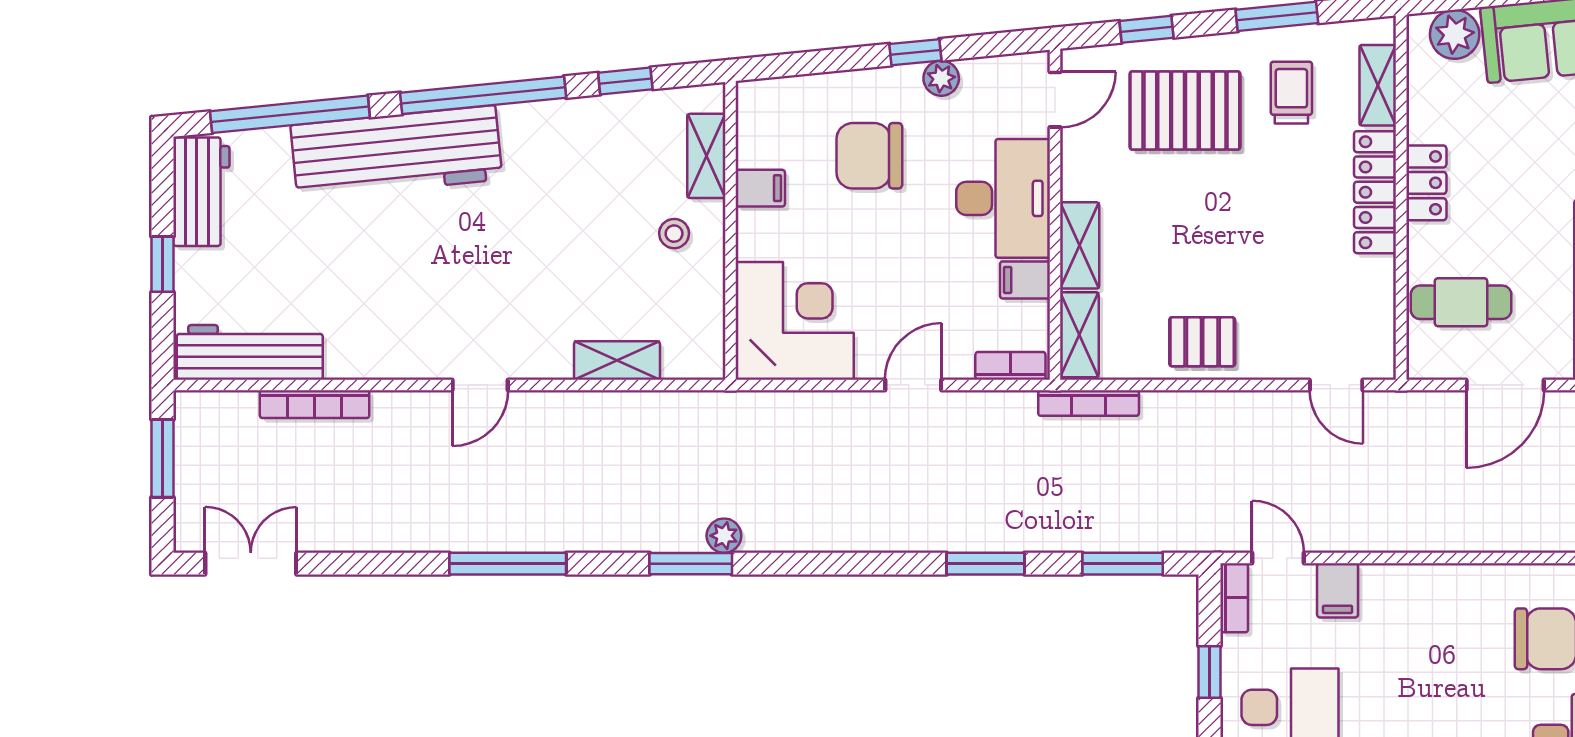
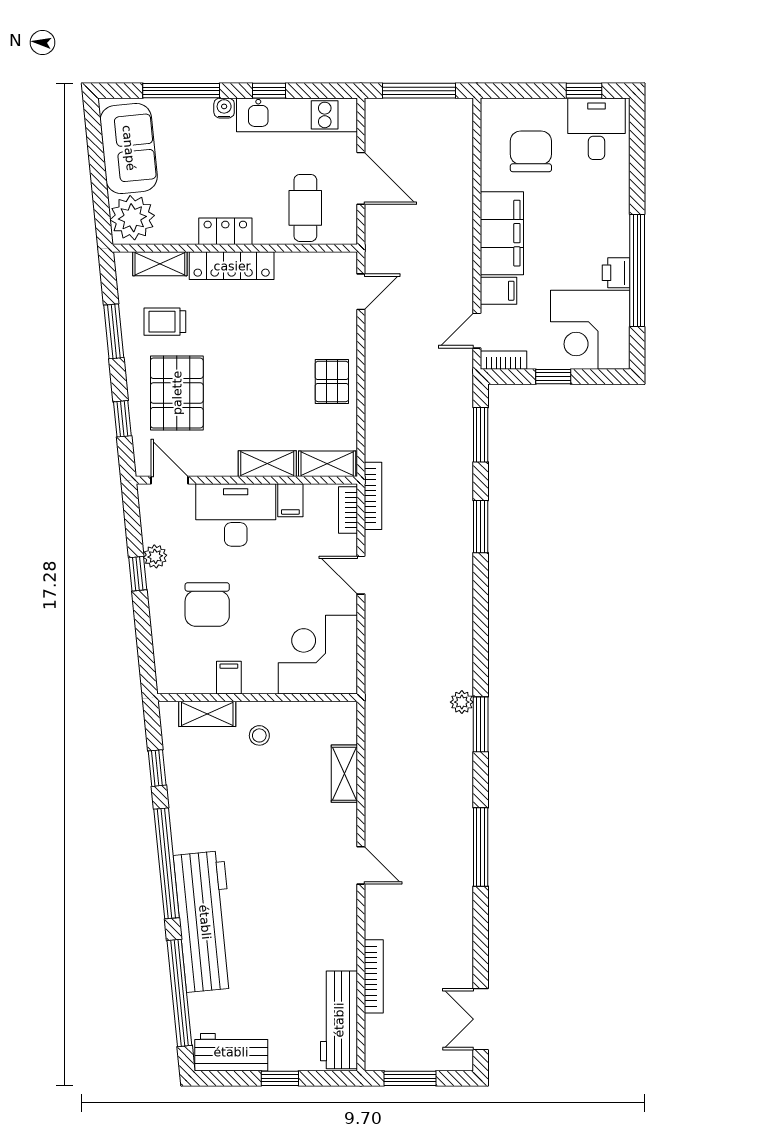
plant: (1455, 34) -> (132, 218), width x1.36, depth x1.36
bookcase: (1089, 403) -> (373, 496), moved
filing cabinet: (1423, 595) -> (502, 233), added

